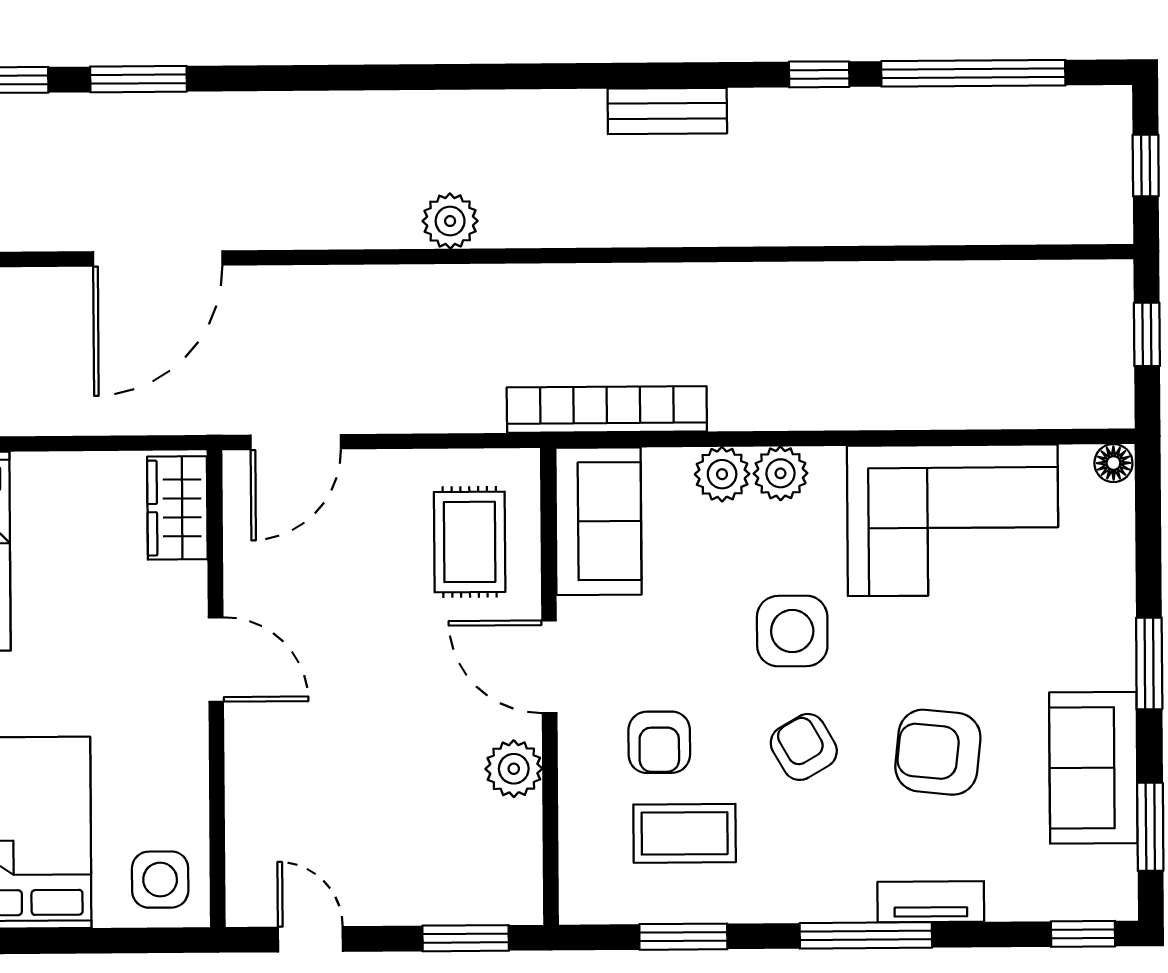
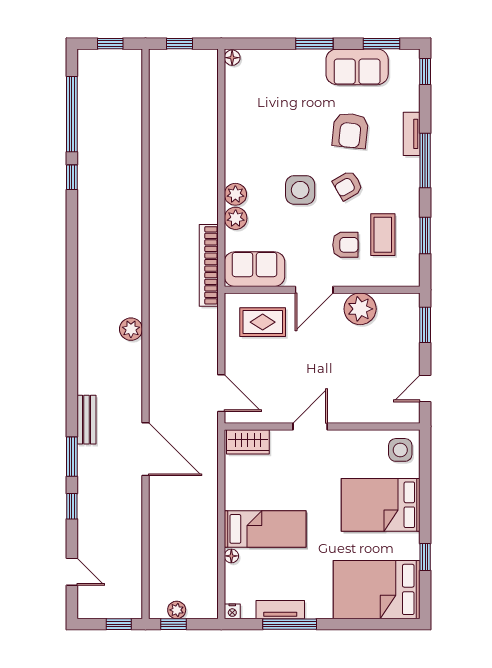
bench: (667, 111) -> (86, 420), moved
corner sofa: (953, 520) -> (255, 124), removed
plant: (514, 769) -> (360, 309), width x1.36, depth x1.36

